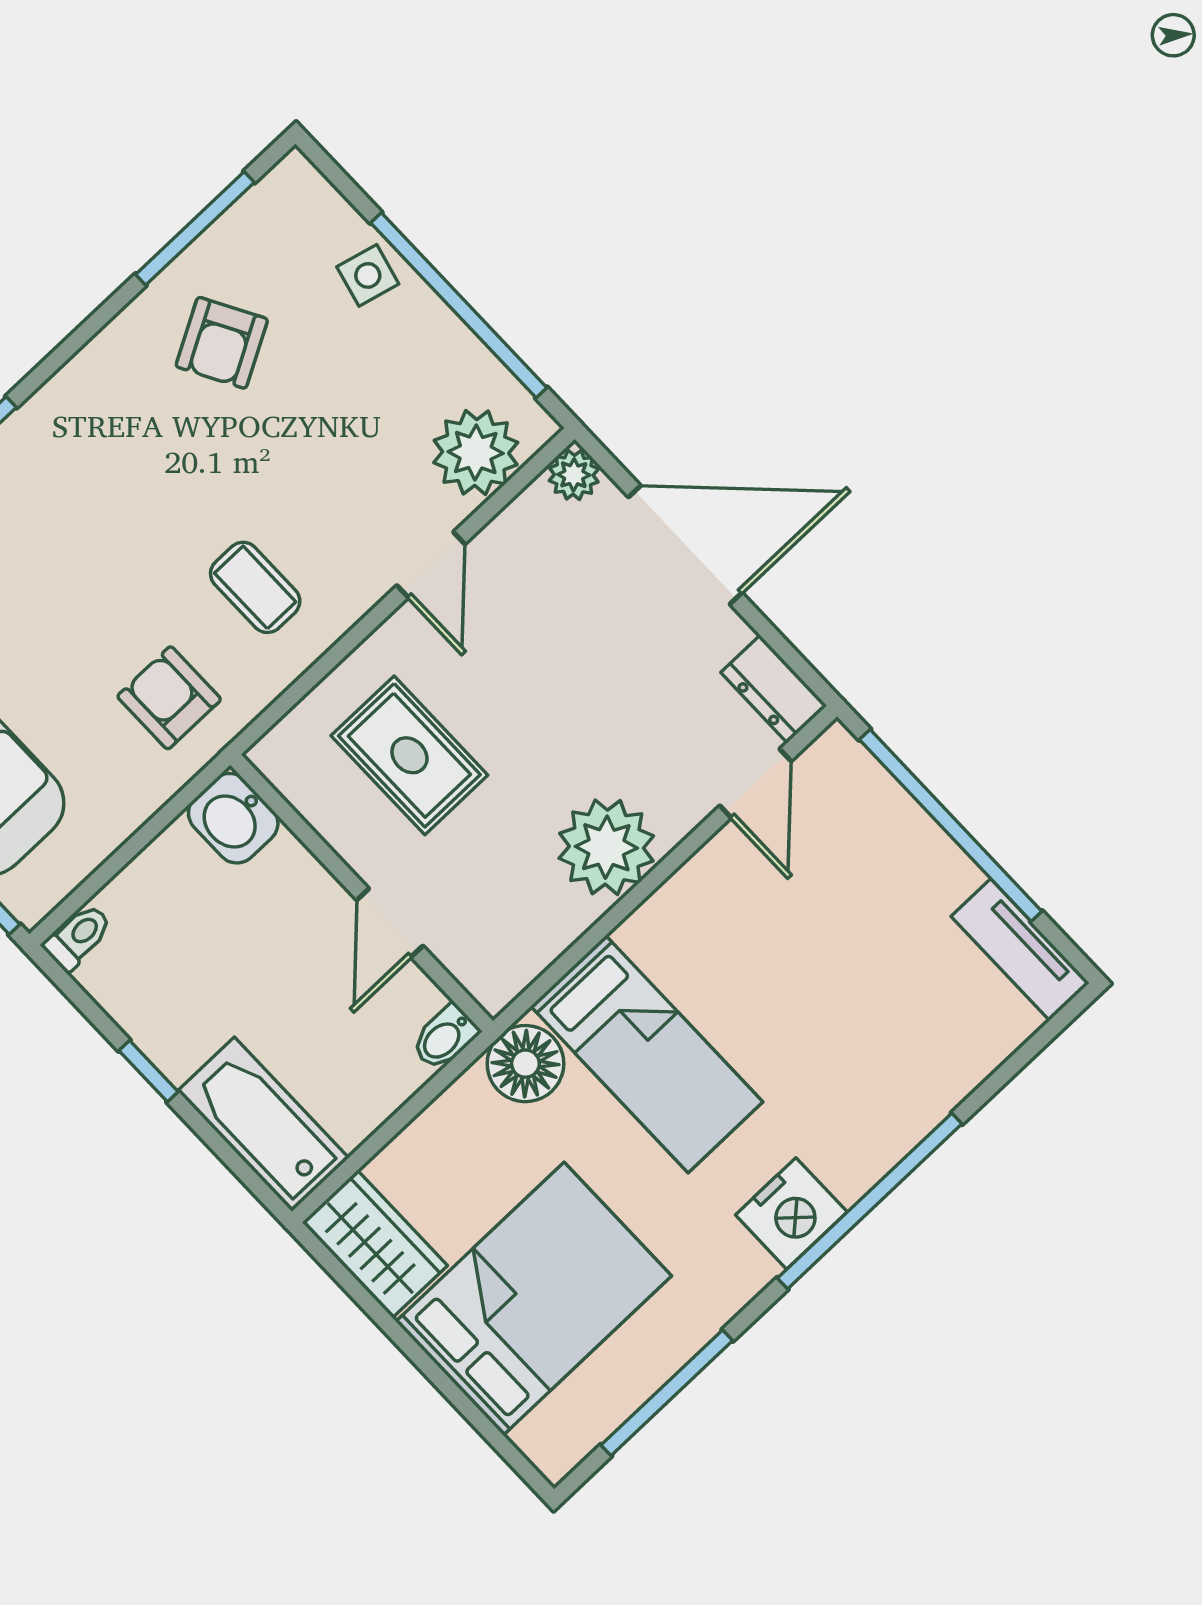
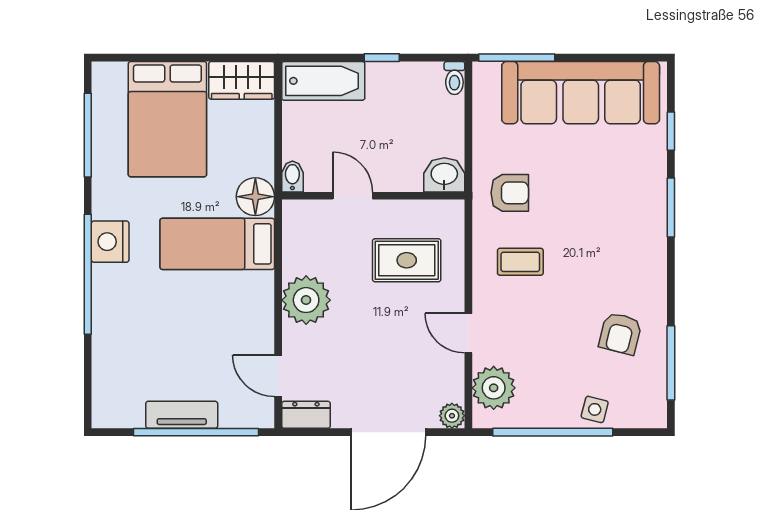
armchair: (222, 343) -> (620, 333), turned -137
tv unit: (1020, 950) -> (182, 415), moved

